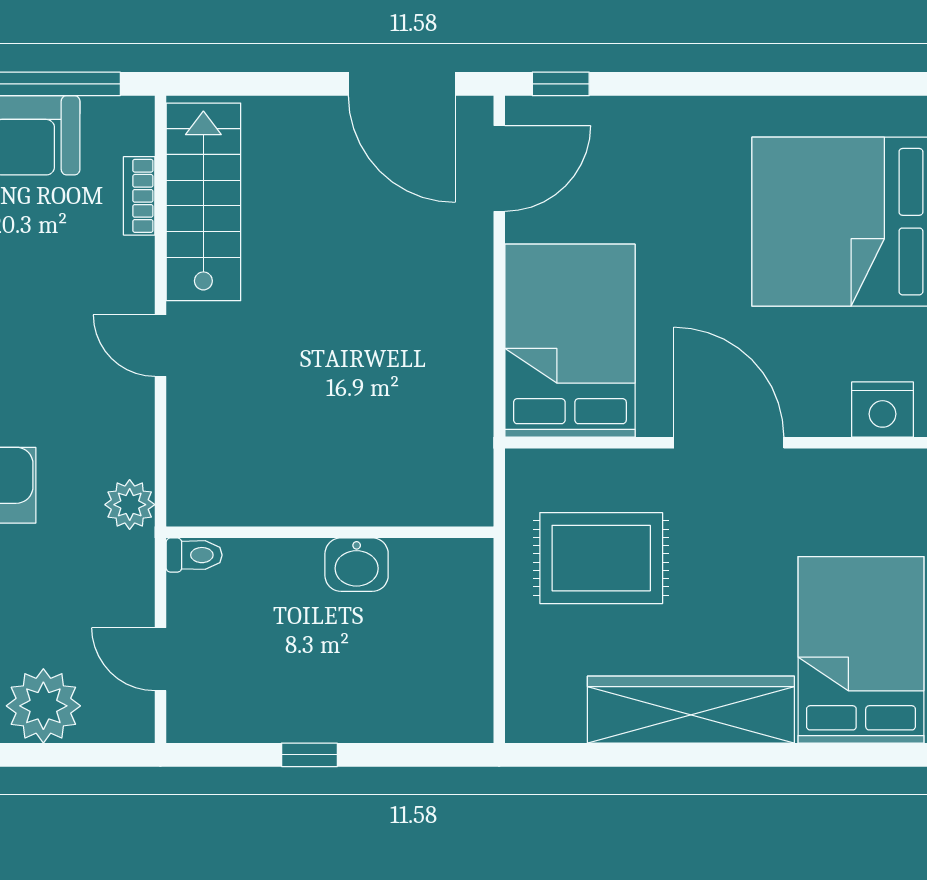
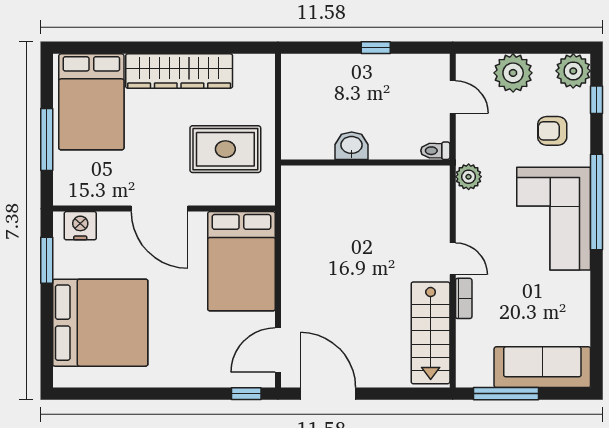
bookcase: (139, 196) -> (464, 298), moved

